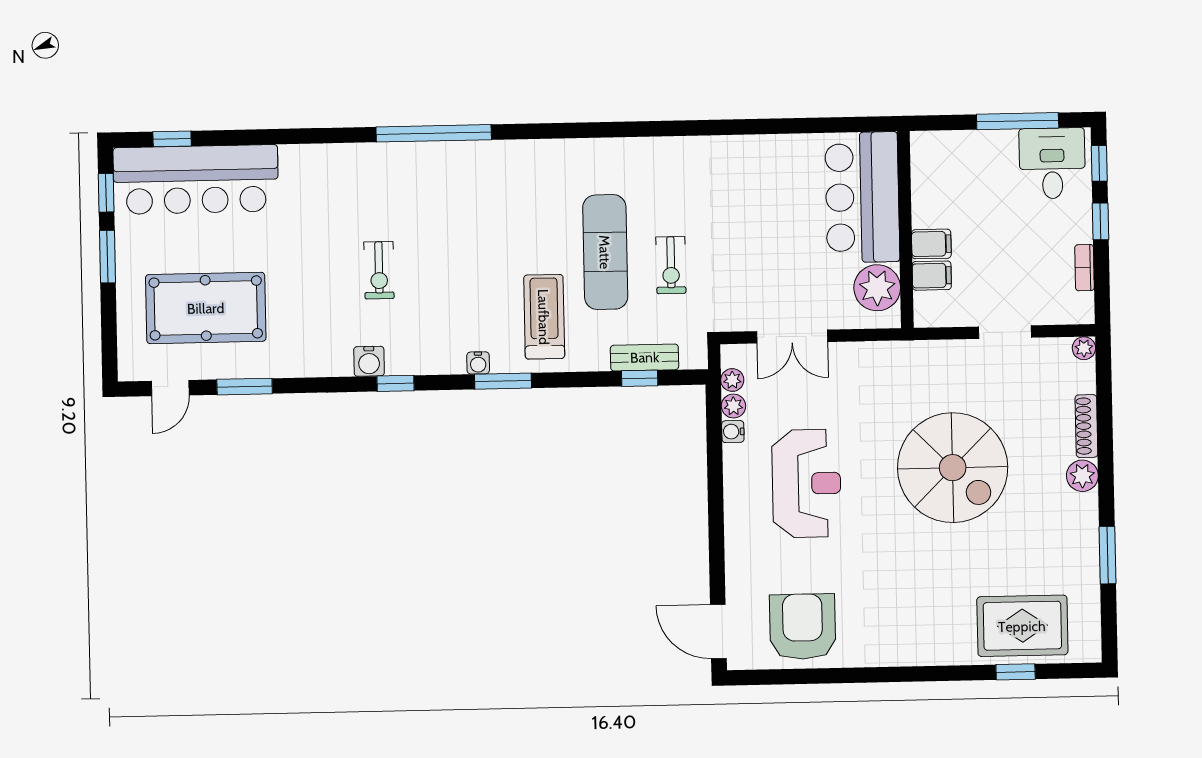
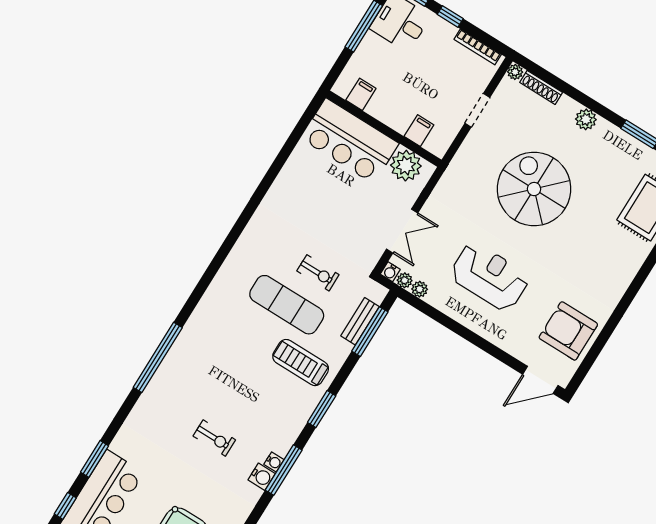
window: (255, 137) -> (94, 459), added
filing cabinet: (931, 244) -> (361, 94), moved
bookcase: (1085, 268) -> (478, 47), width x1.56
water cooler: (478, 363) -> (274, 462), moved
window: (640, 378) -> (370, 332), width x2.17
window: (395, 383) -> (284, 470), width x2.17
shoe rack: (1086, 426) -> (541, 87), moved
water cooler: (733, 432) -> (390, 272), moved
spiral stairs: (953, 468) -> (534, 189), turned -90

